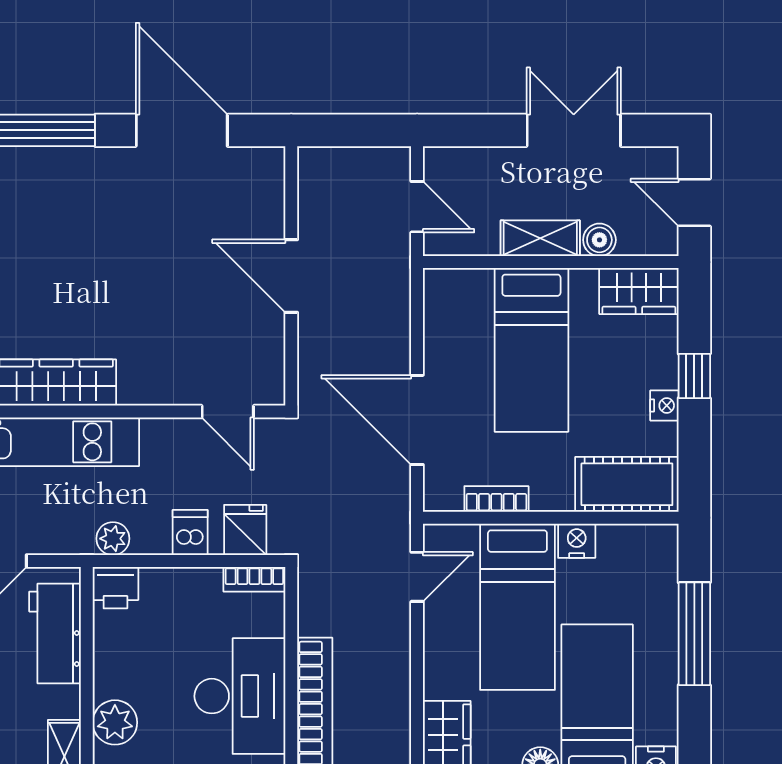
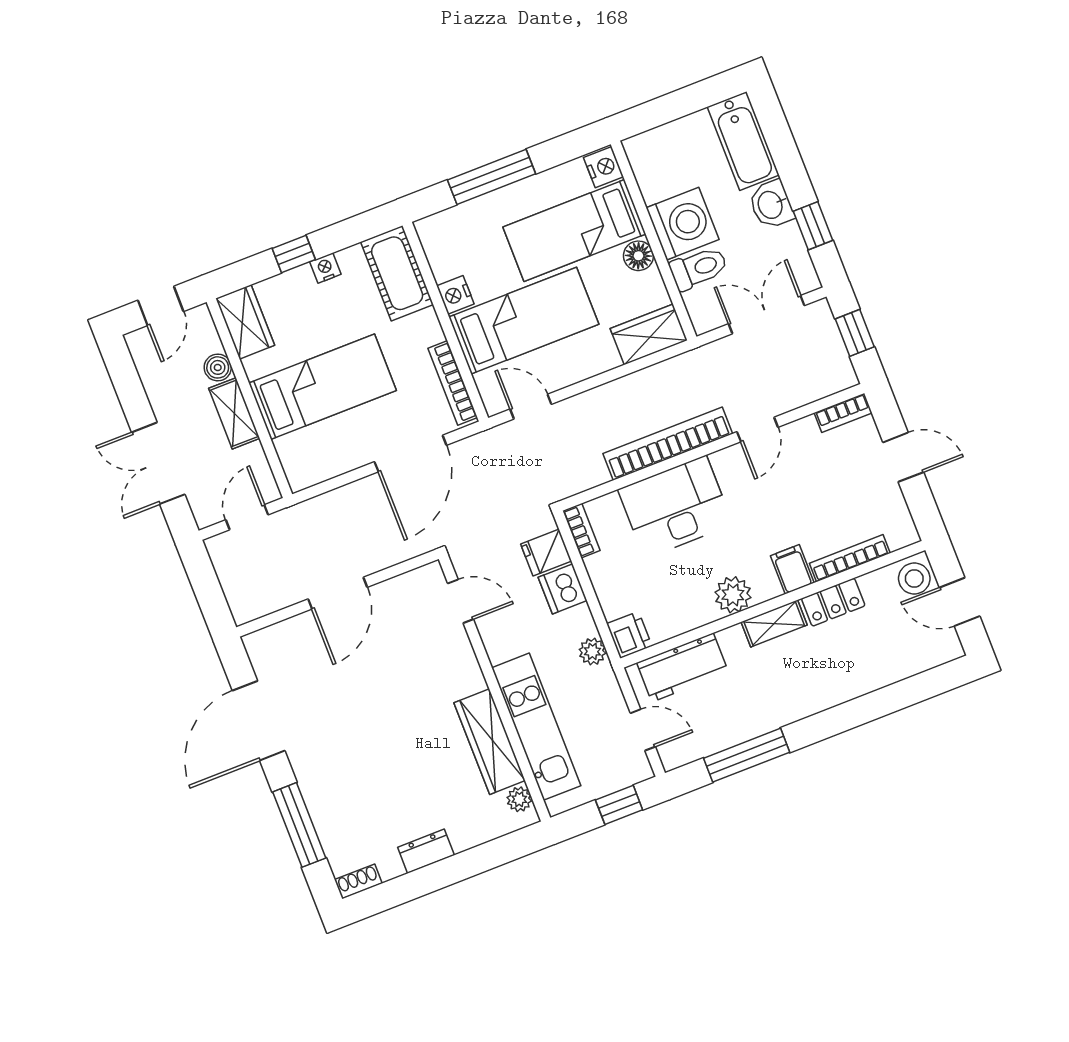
double door: (574, 130) -> (158, 463), moved
door: (228, 412) -> (461, 601), hinge flipped
bookcase: (496, 499) -> (453, 383), width x1.56
dishwasher: (190, 533) -> (563, 589), width x1.38

